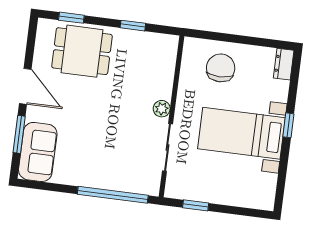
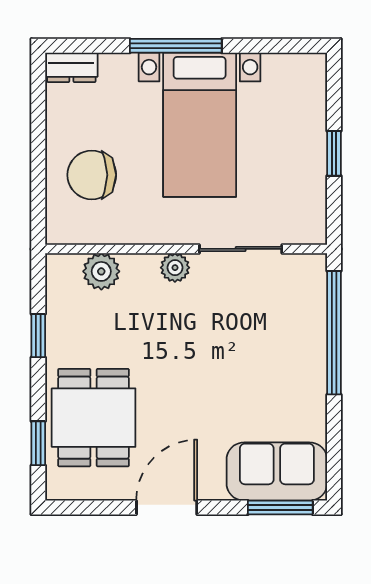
plant: (165, 66) -> (101, 271), added
window: (288, 125) -> (176, 46), width x2.17
window: (19, 134) -> (280, 508), moved
window: (196, 205) -> (334, 153), moved

